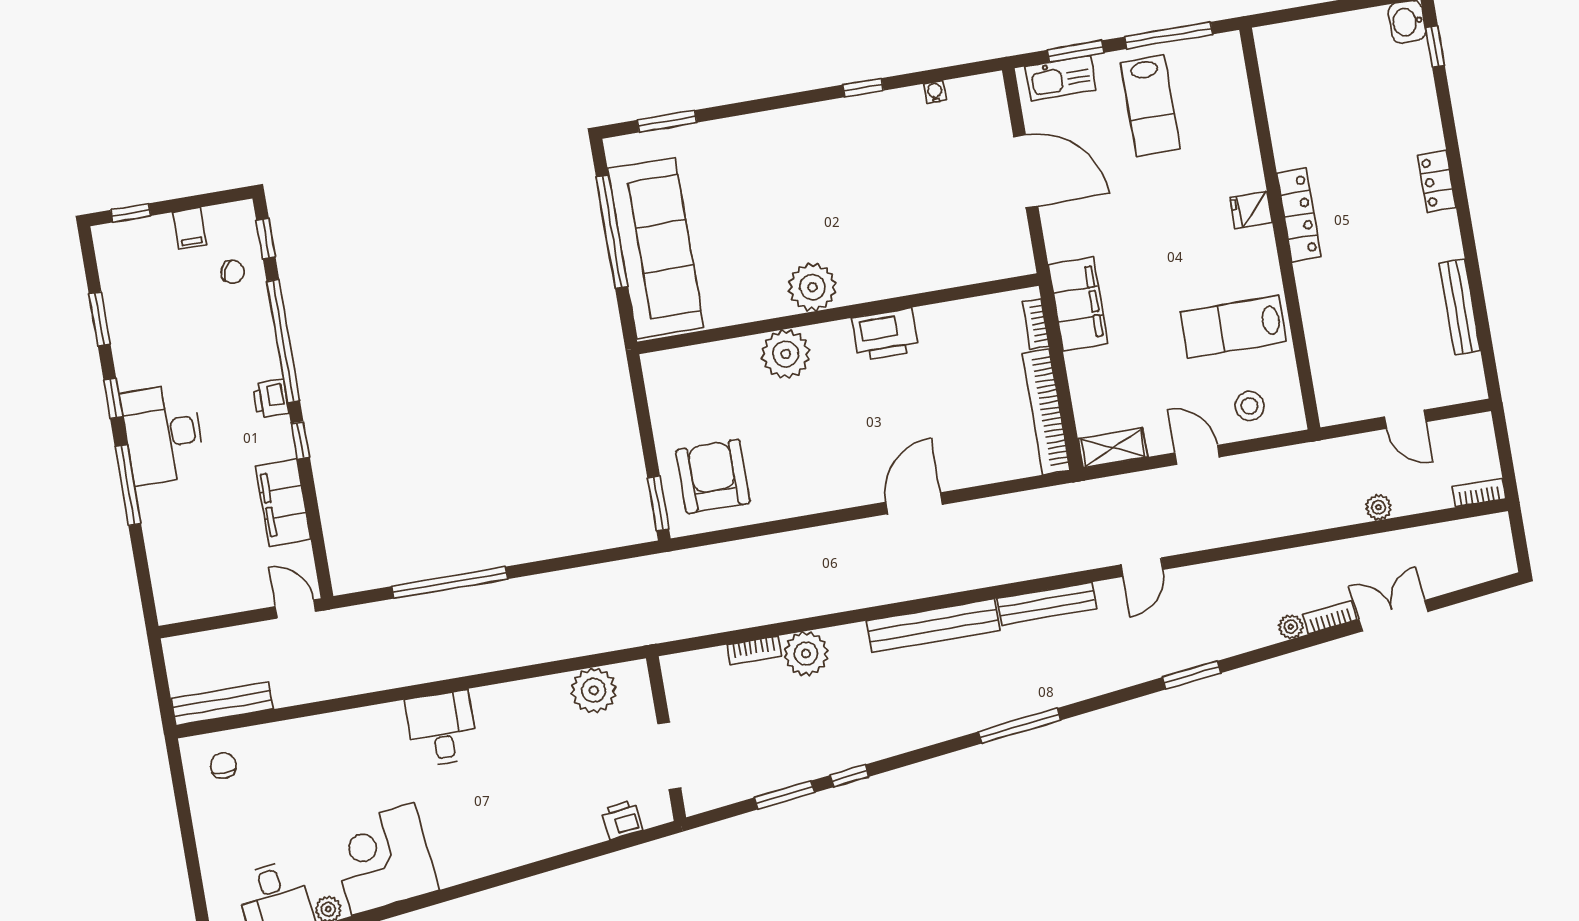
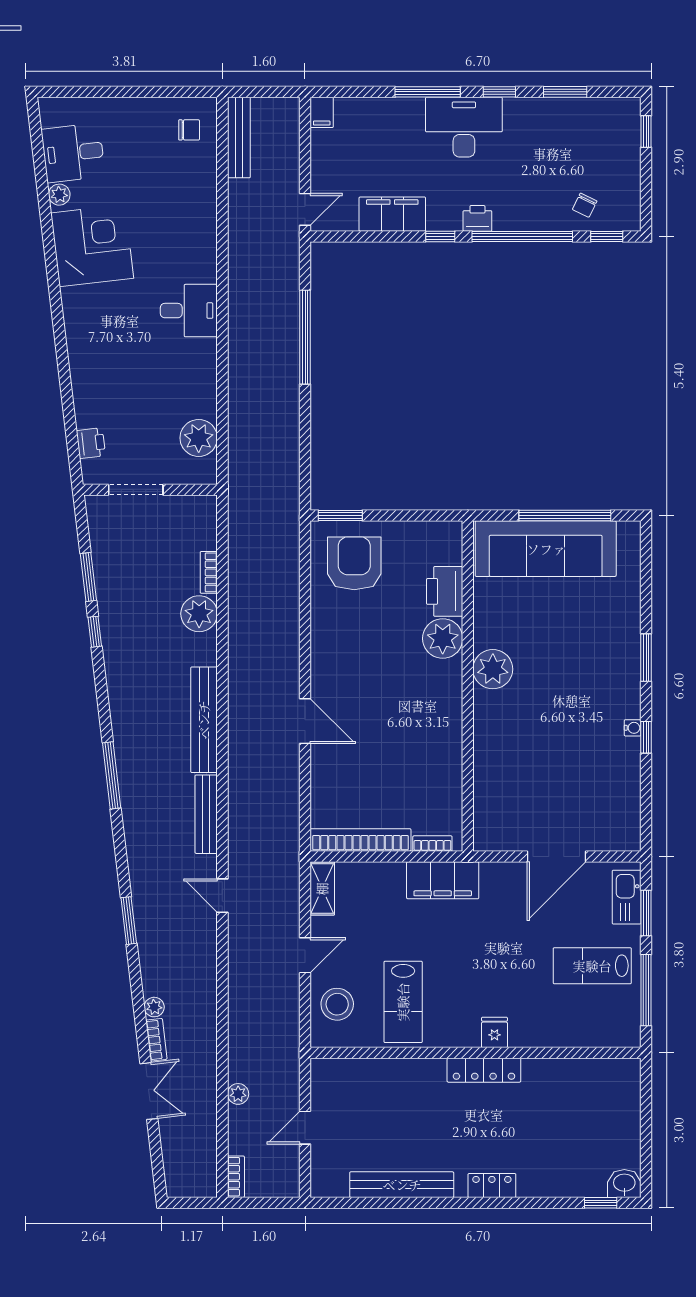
water cooler: (935, 92) -> (633, 728), moved
window: (667, 121) -> (646, 658), moved
filing cabinet: (190, 228) -> (322, 112), moved, turned -90
bench: (1460, 307) -> (402, 1185), width x1.37, depth x1.21
lab bench: (1233, 327) -> (403, 1002), turned 180
printer: (885, 335) -> (445, 591), moved
stool: (1250, 406) -> (337, 1004), width x1.38, depth x1.38
armchair: (713, 476) -> (354, 563), turned -90

